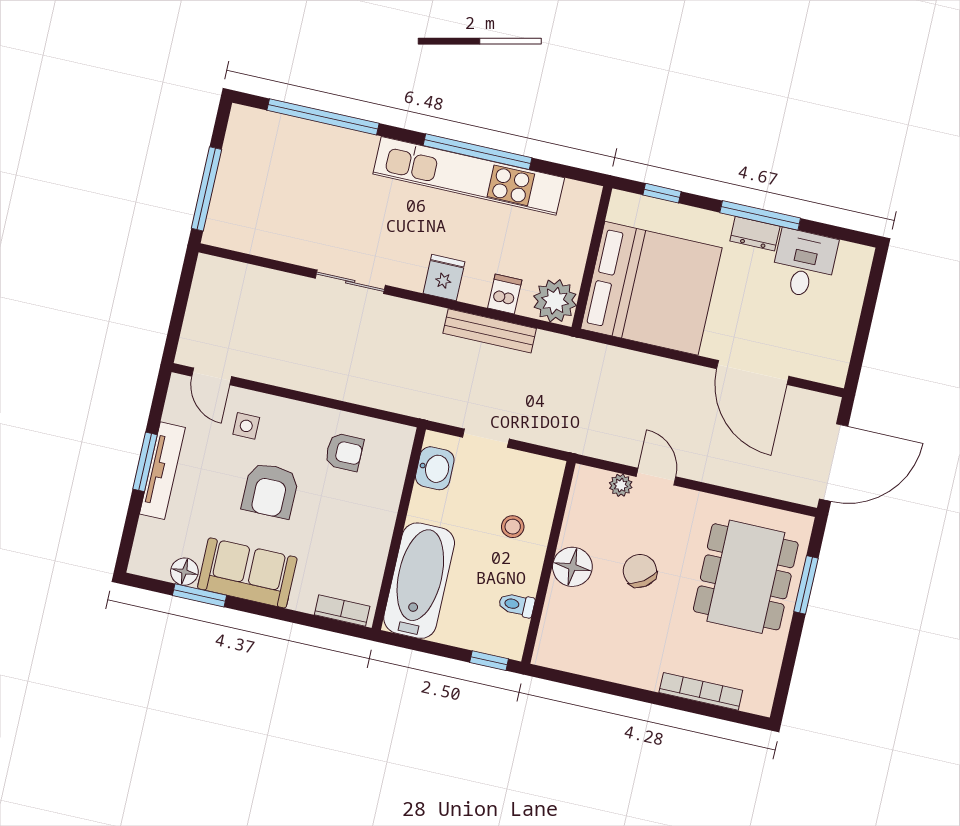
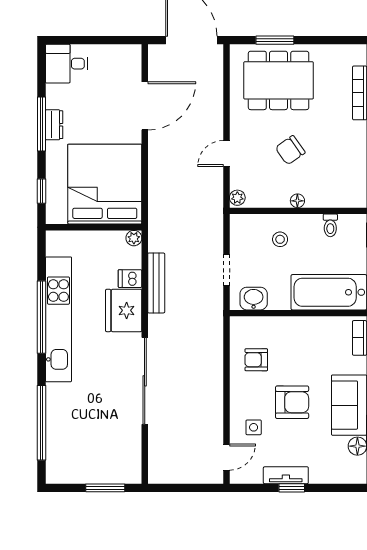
window: (206, 189) -> (105, 488), width x0.69
desk: (804, 264) -> (67, 64), moved
fridge: (444, 278) -> (124, 310), width x1.88, depth x1.34
sliding door: (350, 282) -> (145, 381), width x1.86
plant: (555, 301) -> (134, 238), width x0.53, depth x0.53
armchair: (344, 452) -> (256, 360), turned -90
window: (145, 462) -> (292, 488), width x0.67
tv unit: (162, 471) -> (286, 475), width x0.71
plant: (621, 485) -> (237, 198), moved
floor lamp: (572, 567) -> (297, 201), width x0.53, depth x0.53

